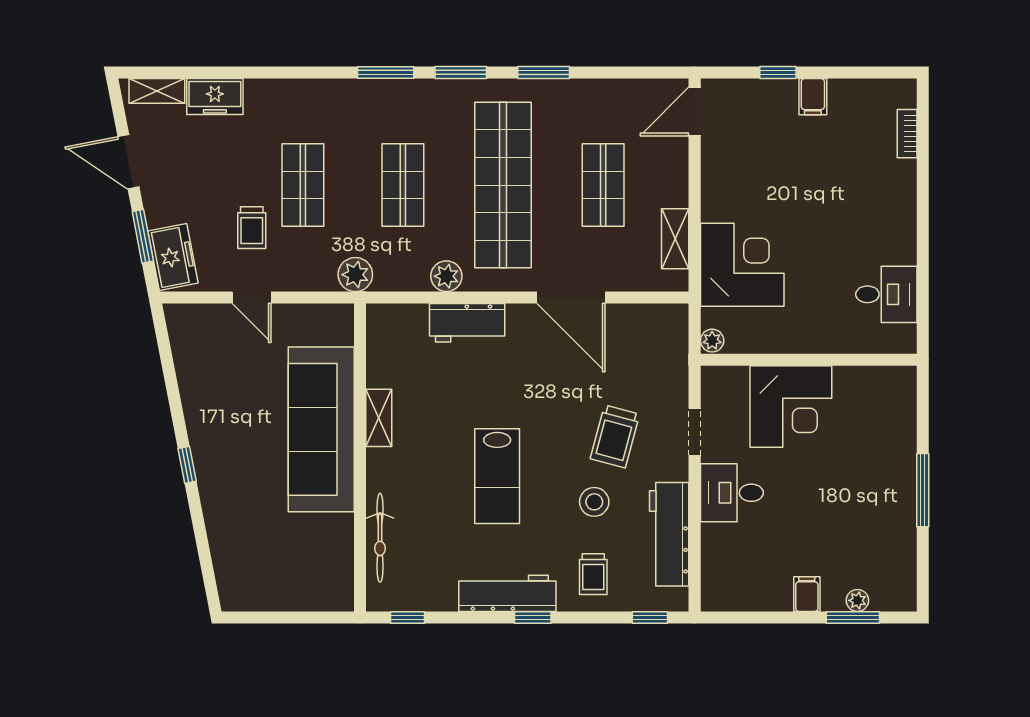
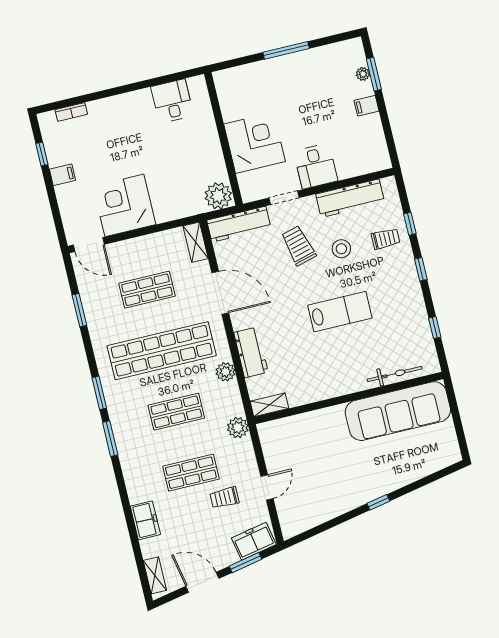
window: (544, 72) -> (79, 310), moved
window: (778, 72) -> (42, 154), moved
freezer: (215, 97) -> (145, 520), moved
door: (128, 162) -> (202, 582), swing flipped
trolley: (252, 228) -> (224, 498), turned 180
shelving: (675, 239) -> (196, 242), moved, turned 90
corner desk: (742, 265) -> (124, 205), moved
door: (571, 298) -> (220, 293), hinge flipped
plant: (712, 341) -> (218, 196), width x1.87, depth x1.87
shelving: (379, 418) -> (269, 405), moved
sofa: (321, 429) -> (398, 411), moved
trolley: (615, 436) -> (298, 246), turned -120
workbench: (507, 593) -> (239, 224), moved, turned -90
window: (407, 617) -> (435, 328), moved
window: (650, 617) -> (410, 224), moved

